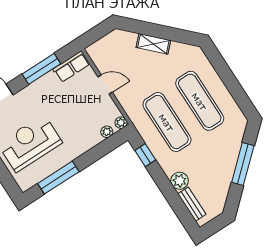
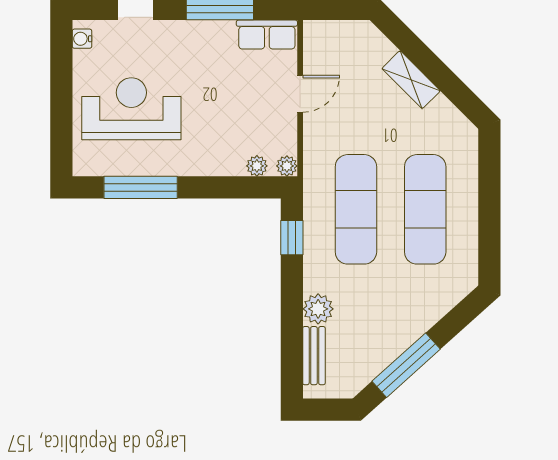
door: (105, 84) -> (300, 94), hinge flipped
window: (243, 164) -> (406, 365), moved

